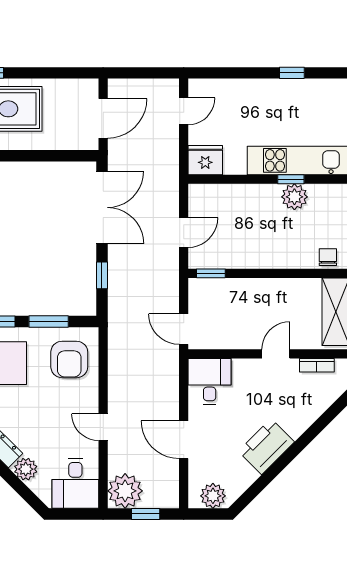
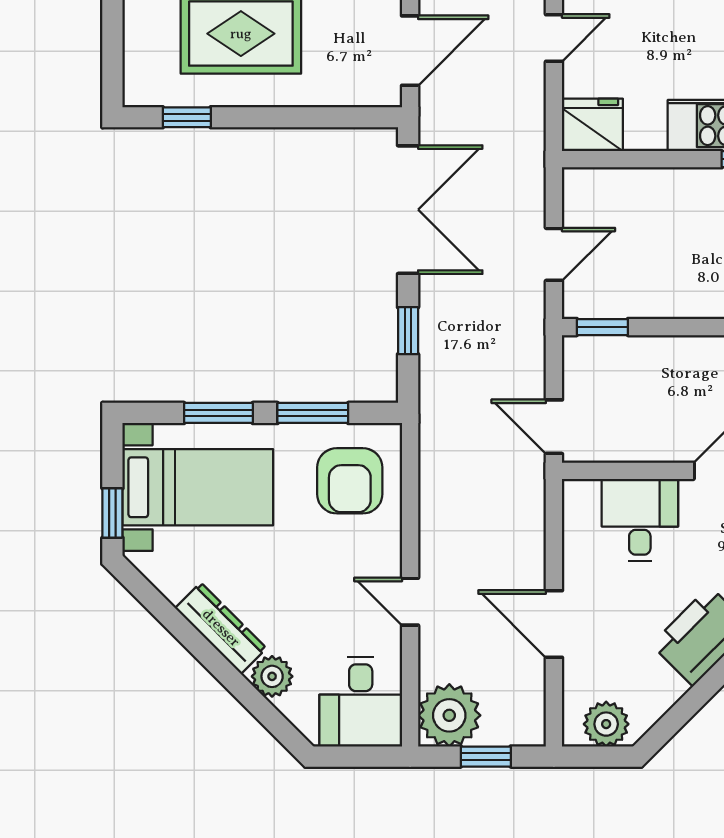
desk: (210, 381) -> (640, 520), moved

